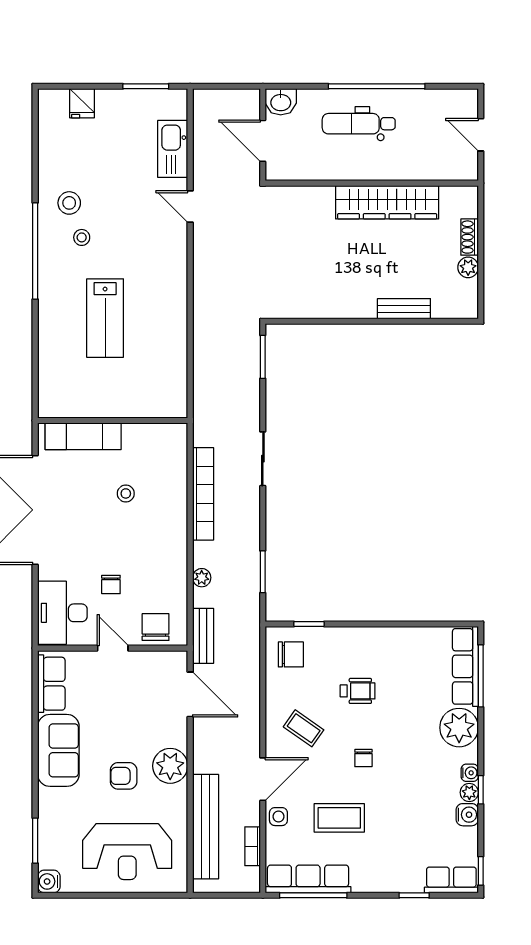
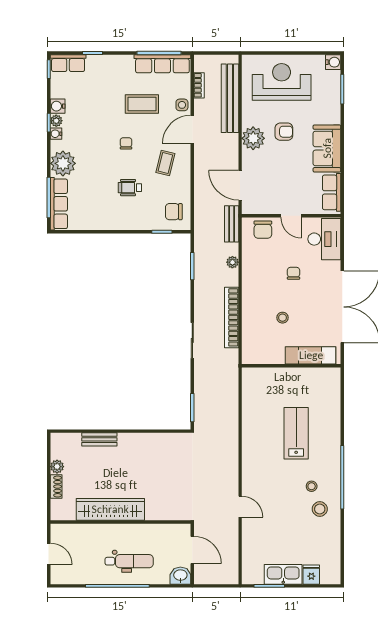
kitchen sink: (173, 149) -> (283, 574), moved, turned -90
chair: (111, 584) -> (294, 273), moved
coffee table: (304, 728) -> (165, 163), turned 69

